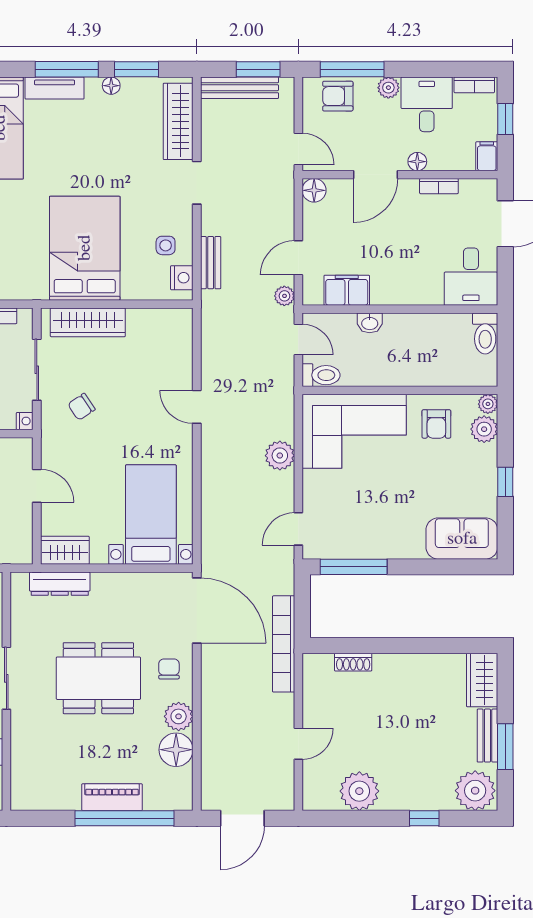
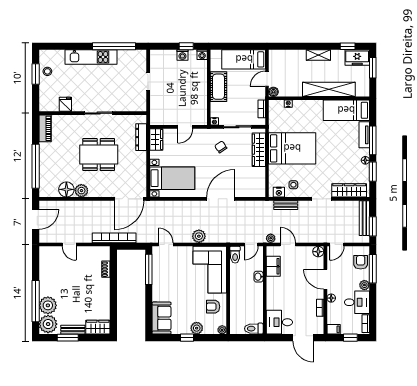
door: (197, 407) -> (221, 199), width x1.87
plant: (484, 429) -> (197, 328), moved
chair: (169, 669) -> (103, 186), removed
dining table: (98, 678) -> (99, 155), turned 90
plant: (359, 791) -> (48, 305), moved
piano: (112, 797) -> (45, 128), moved
door: (242, 818) -> (36, 219), swing flipped
window: (424, 818) -> (36, 301), width x3.17

